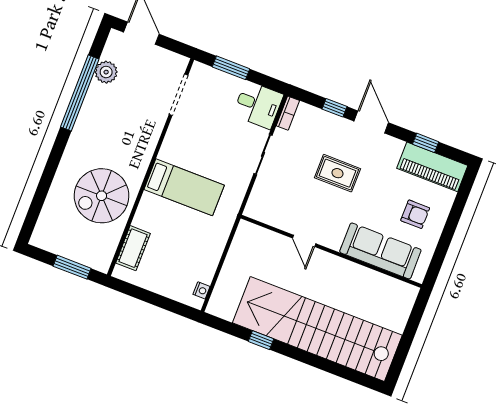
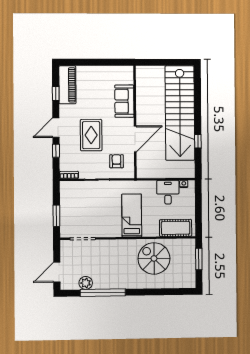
desk: (258, 105) -> (168, 192), moved
rug: (338, 173) -> (91, 135), width x1.36, depth x1.43
spiral stairs: (102, 196) -> (154, 258), turned 180
armchair: (415, 214) -> (117, 161), moved
door: (304, 241) -> (135, 139), width x1.87
cot: (133, 248) -> (176, 228), width x1.37, depth x1.34
sofa: (380, 251) -> (124, 101), width x0.73

